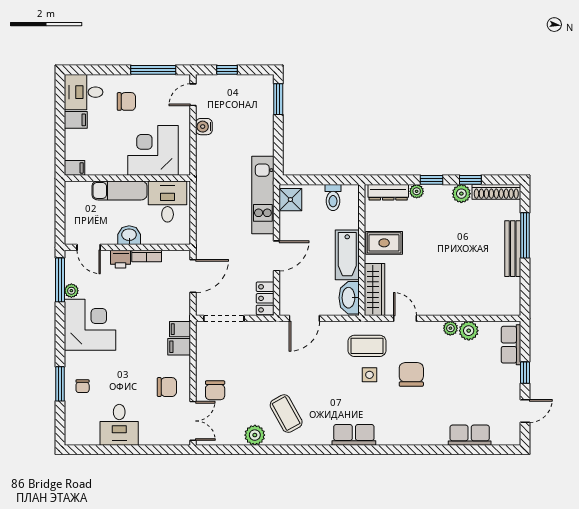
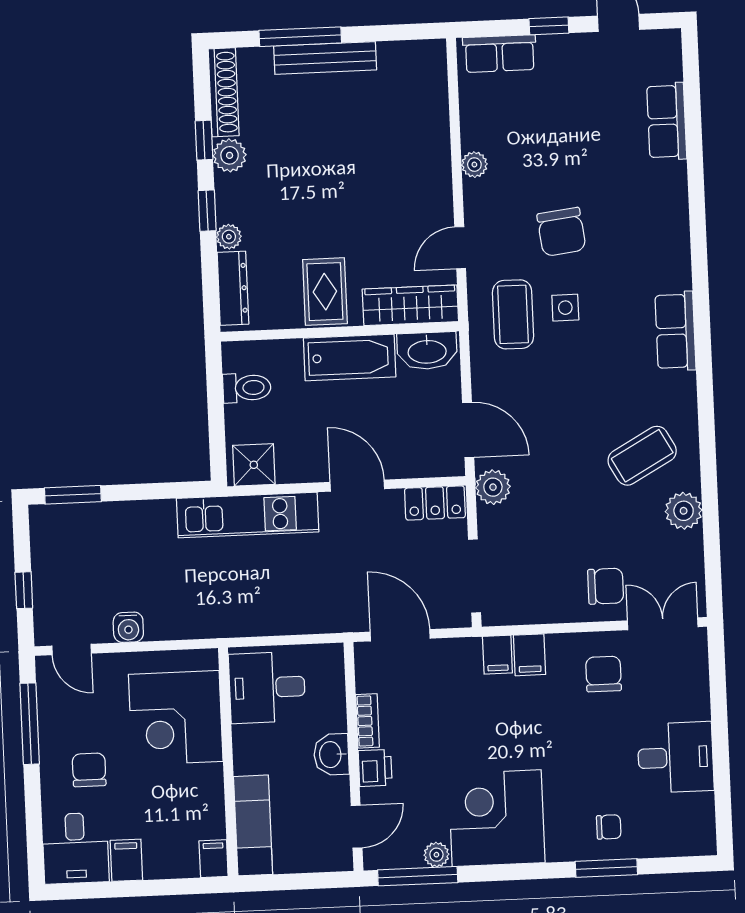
exam couch: (119, 190) -> (253, 825), moved
plant: (469, 331) -> (493, 487), moved
chair: (411, 374) -> (561, 232), turned -97

